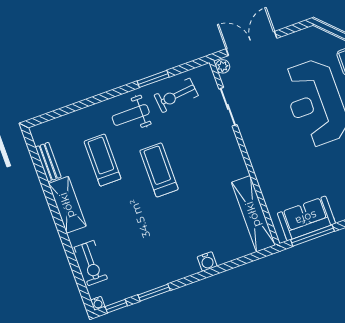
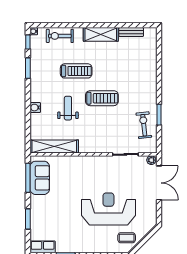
weight bench: (131, 115) -> (68, 108), moved
treadmill: (103, 160) -> (76, 71), moved

